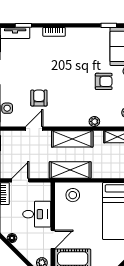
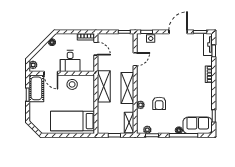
armchair: (104, 81) -> (159, 103), moved
armchair: (39, 98) -> (158, 63), removed
door: (34, 129) -> (135, 59), hinge flipped
stool: (73, 195) -> (72, 84), moved

